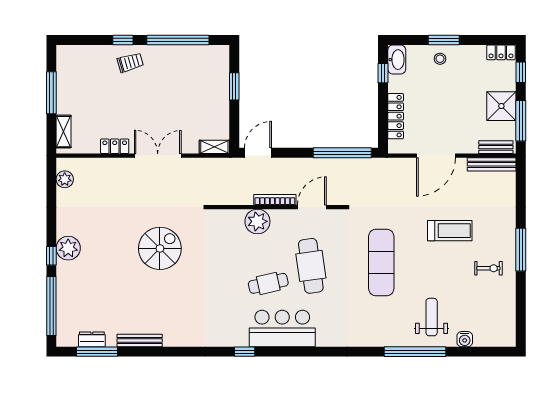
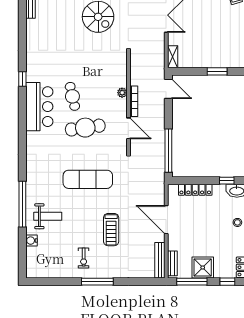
plant: (257, 221) -> (122, 93), width x0.53, depth x0.53

